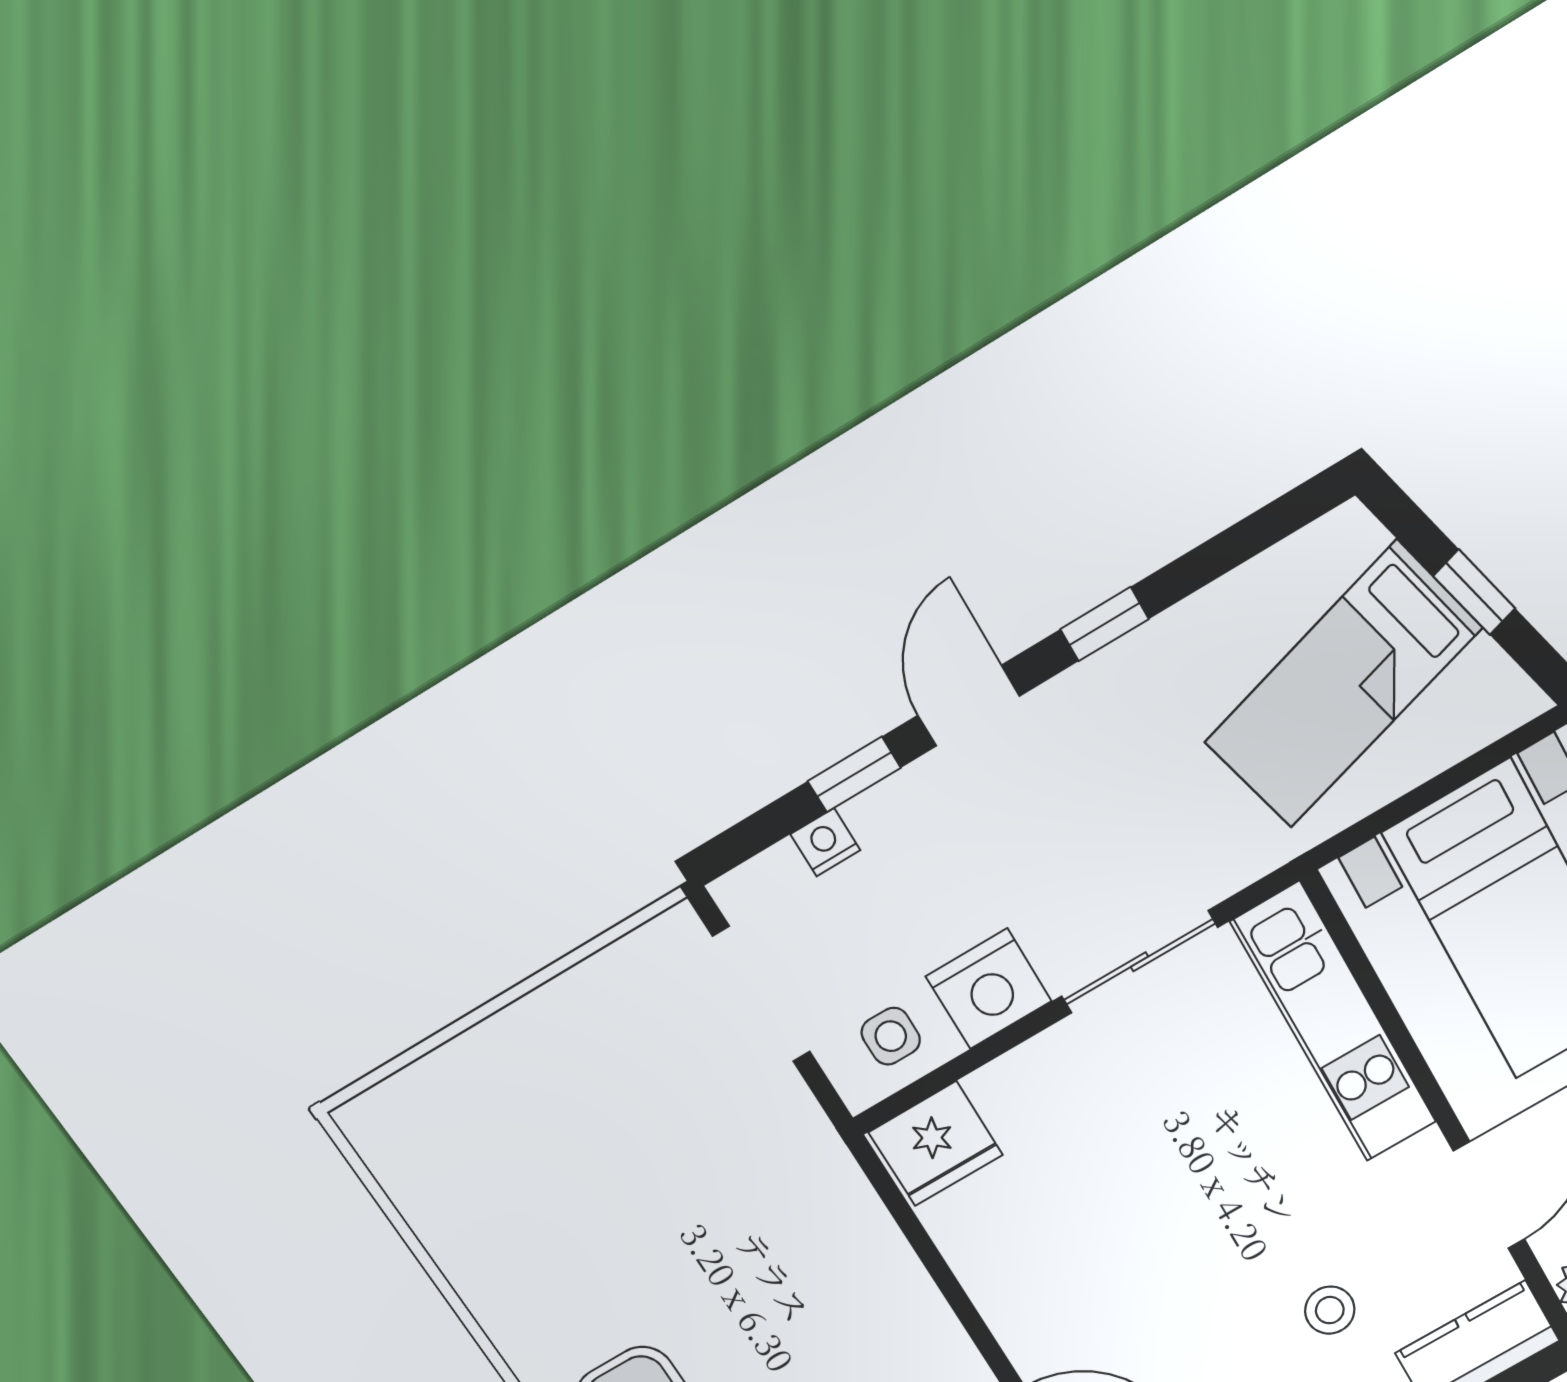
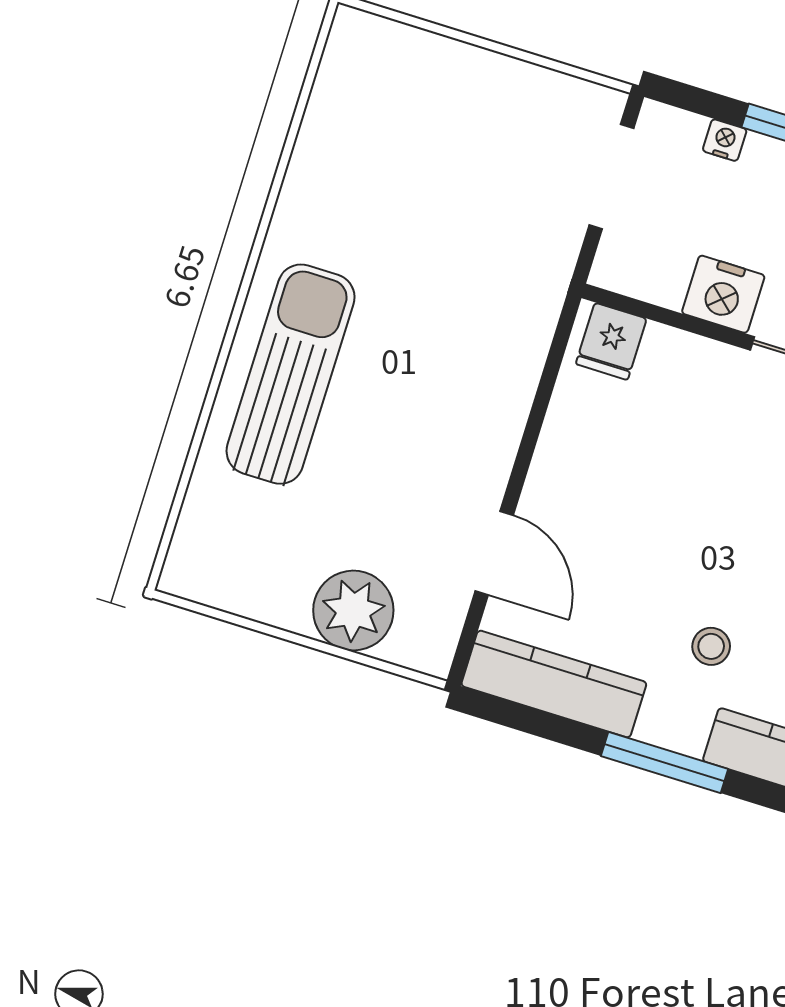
side table: (891, 1036) -> (650, 265), removed
fridge: (936, 1144) -> (611, 341), width x0.72

